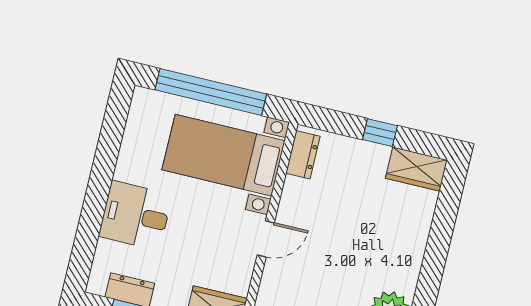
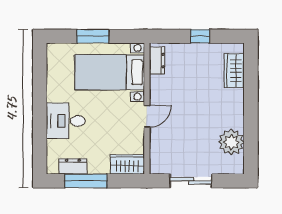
window: (211, 92) -> (93, 36), width x0.47
wardrobe: (416, 169) -> (234, 71), moved, turned 90

